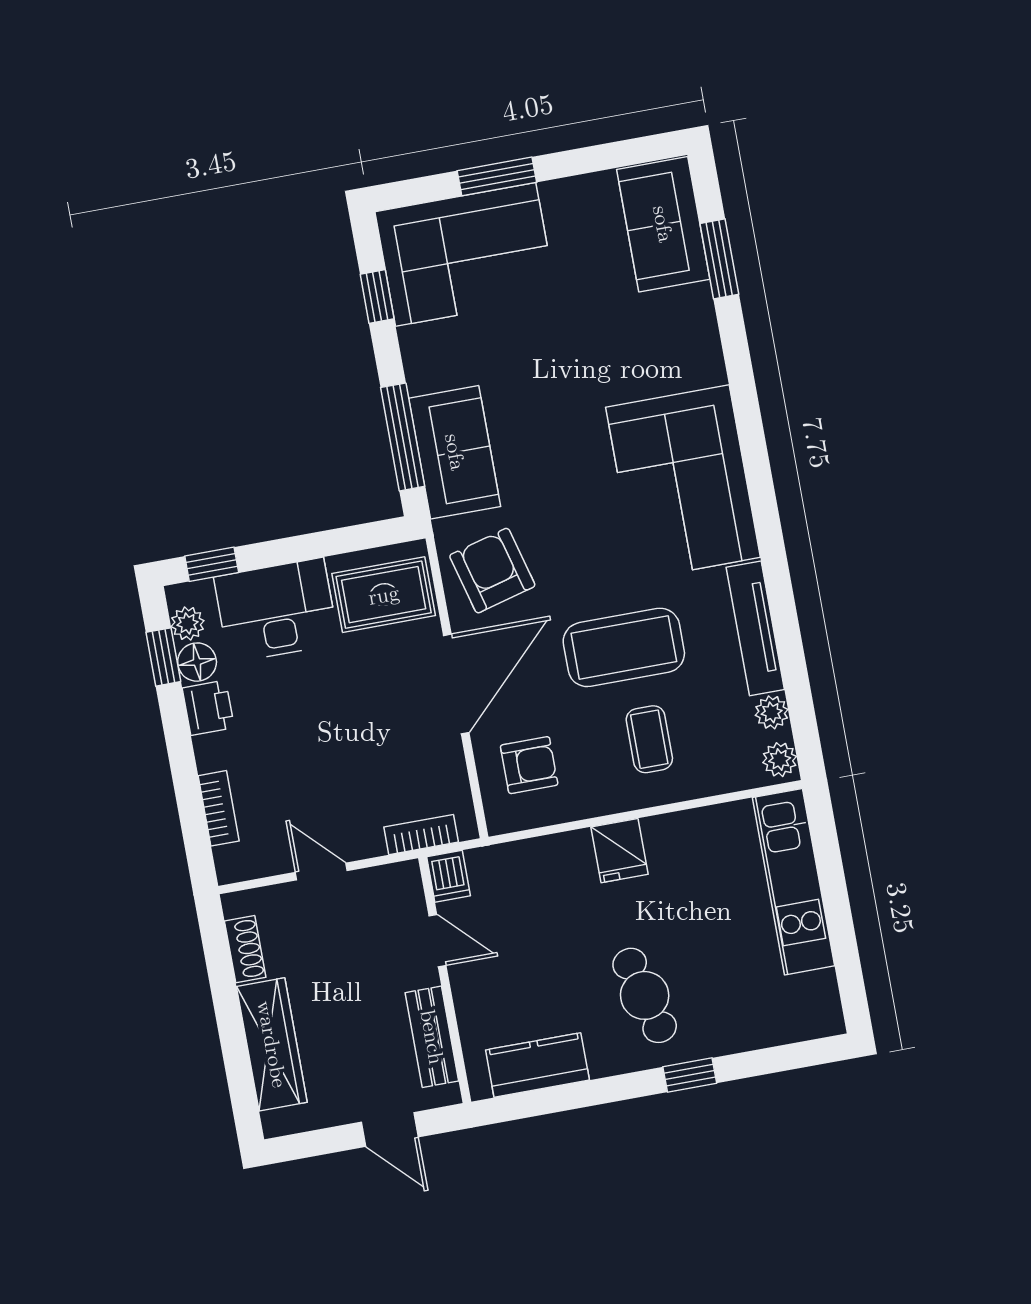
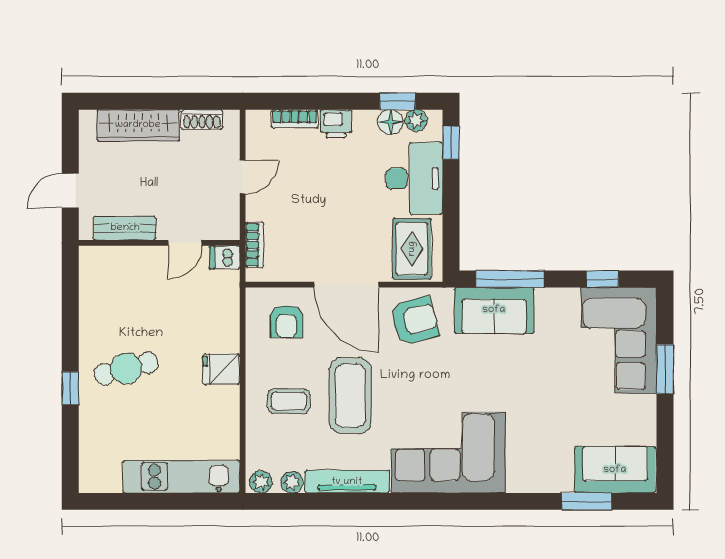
printer: (208, 708) -> (336, 124), moved
kitchen counter: (537, 1065) -> (94, 292), removed

